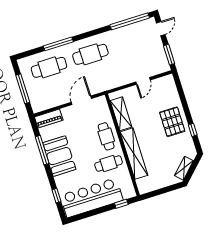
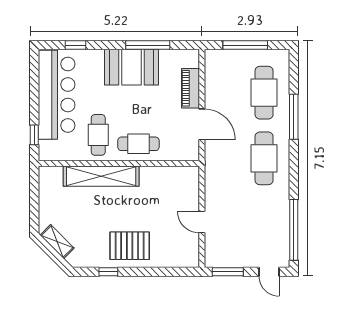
shelving: (121, 114) -> (164, 175), removed
piano: (49, 118) -> (190, 88), moved

